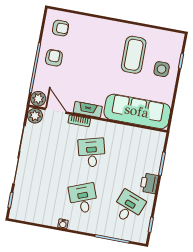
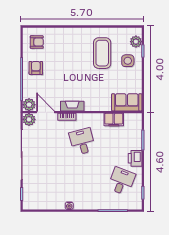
plant: (175, 49) -> (136, 42), added
sofa: (137, 111) -> (127, 102), width x0.54, depth x0.79
filing cabinet: (133, 134) -> (114, 120), added
desk: (83, 198) -> (82, 181), removed

